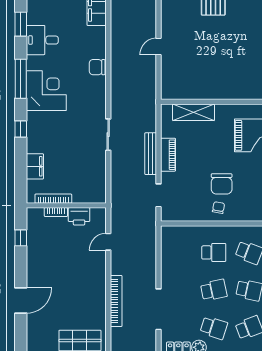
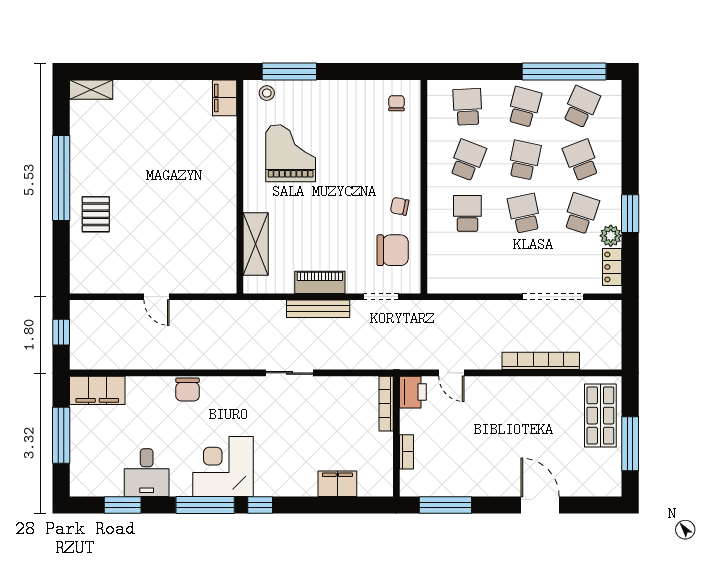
window: (21, 129) -> (260, 505), moved
chair: (222, 184) -> (393, 250), moved
bookcase: (53, 199) -> (386, 404), moved
printer: (79, 216) -> (413, 392), moved
window: (21, 238) -> (445, 505), width x2.17

